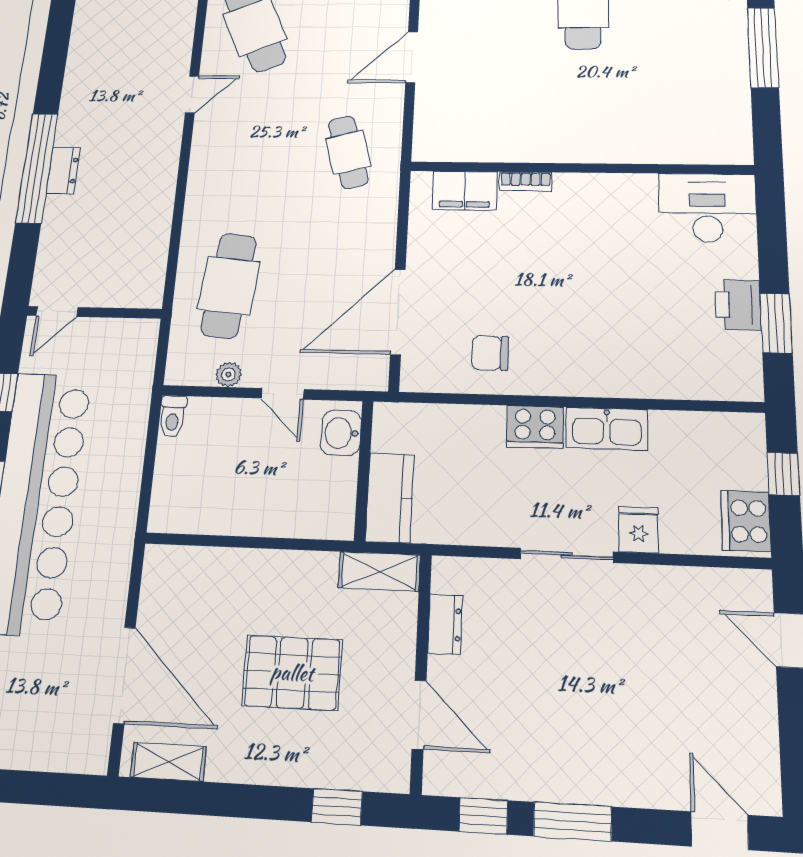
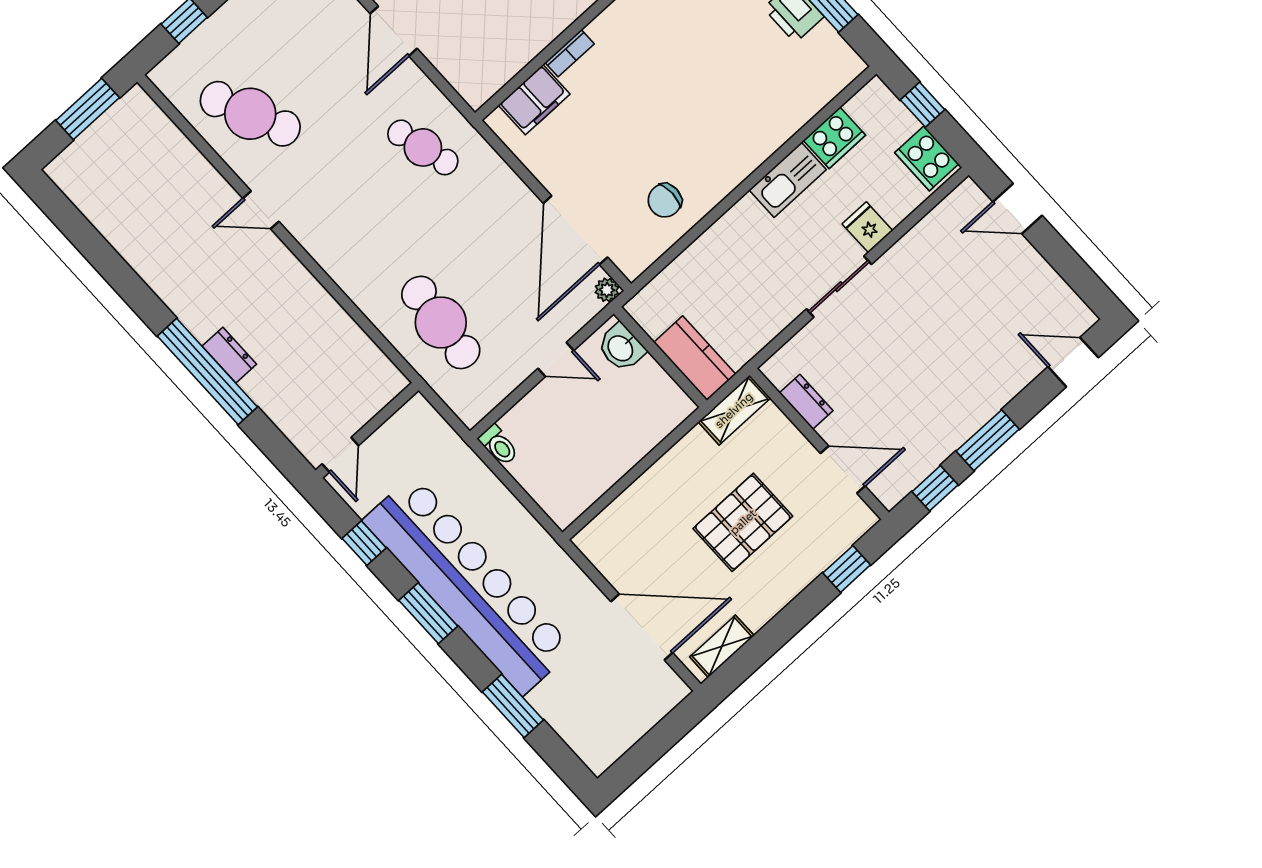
door: (192, 94) -> (261, 210), swing flipped
plant: (229, 374) -> (607, 290), moved
cooker: (535, 427) -> (834, 138), moved

